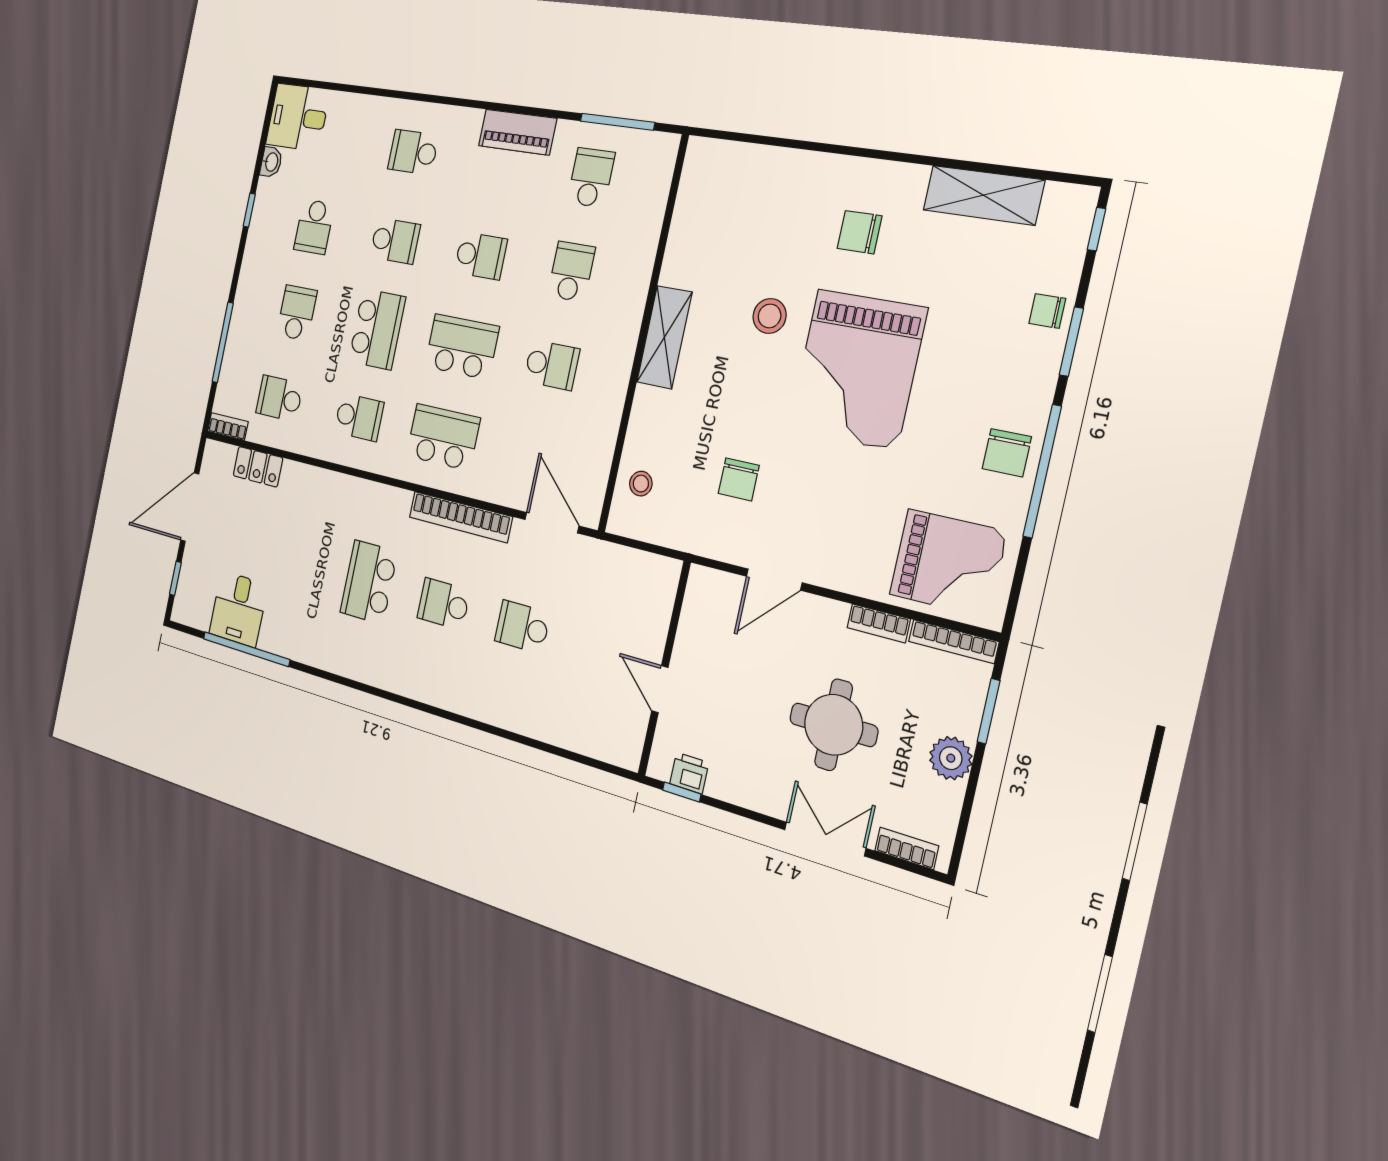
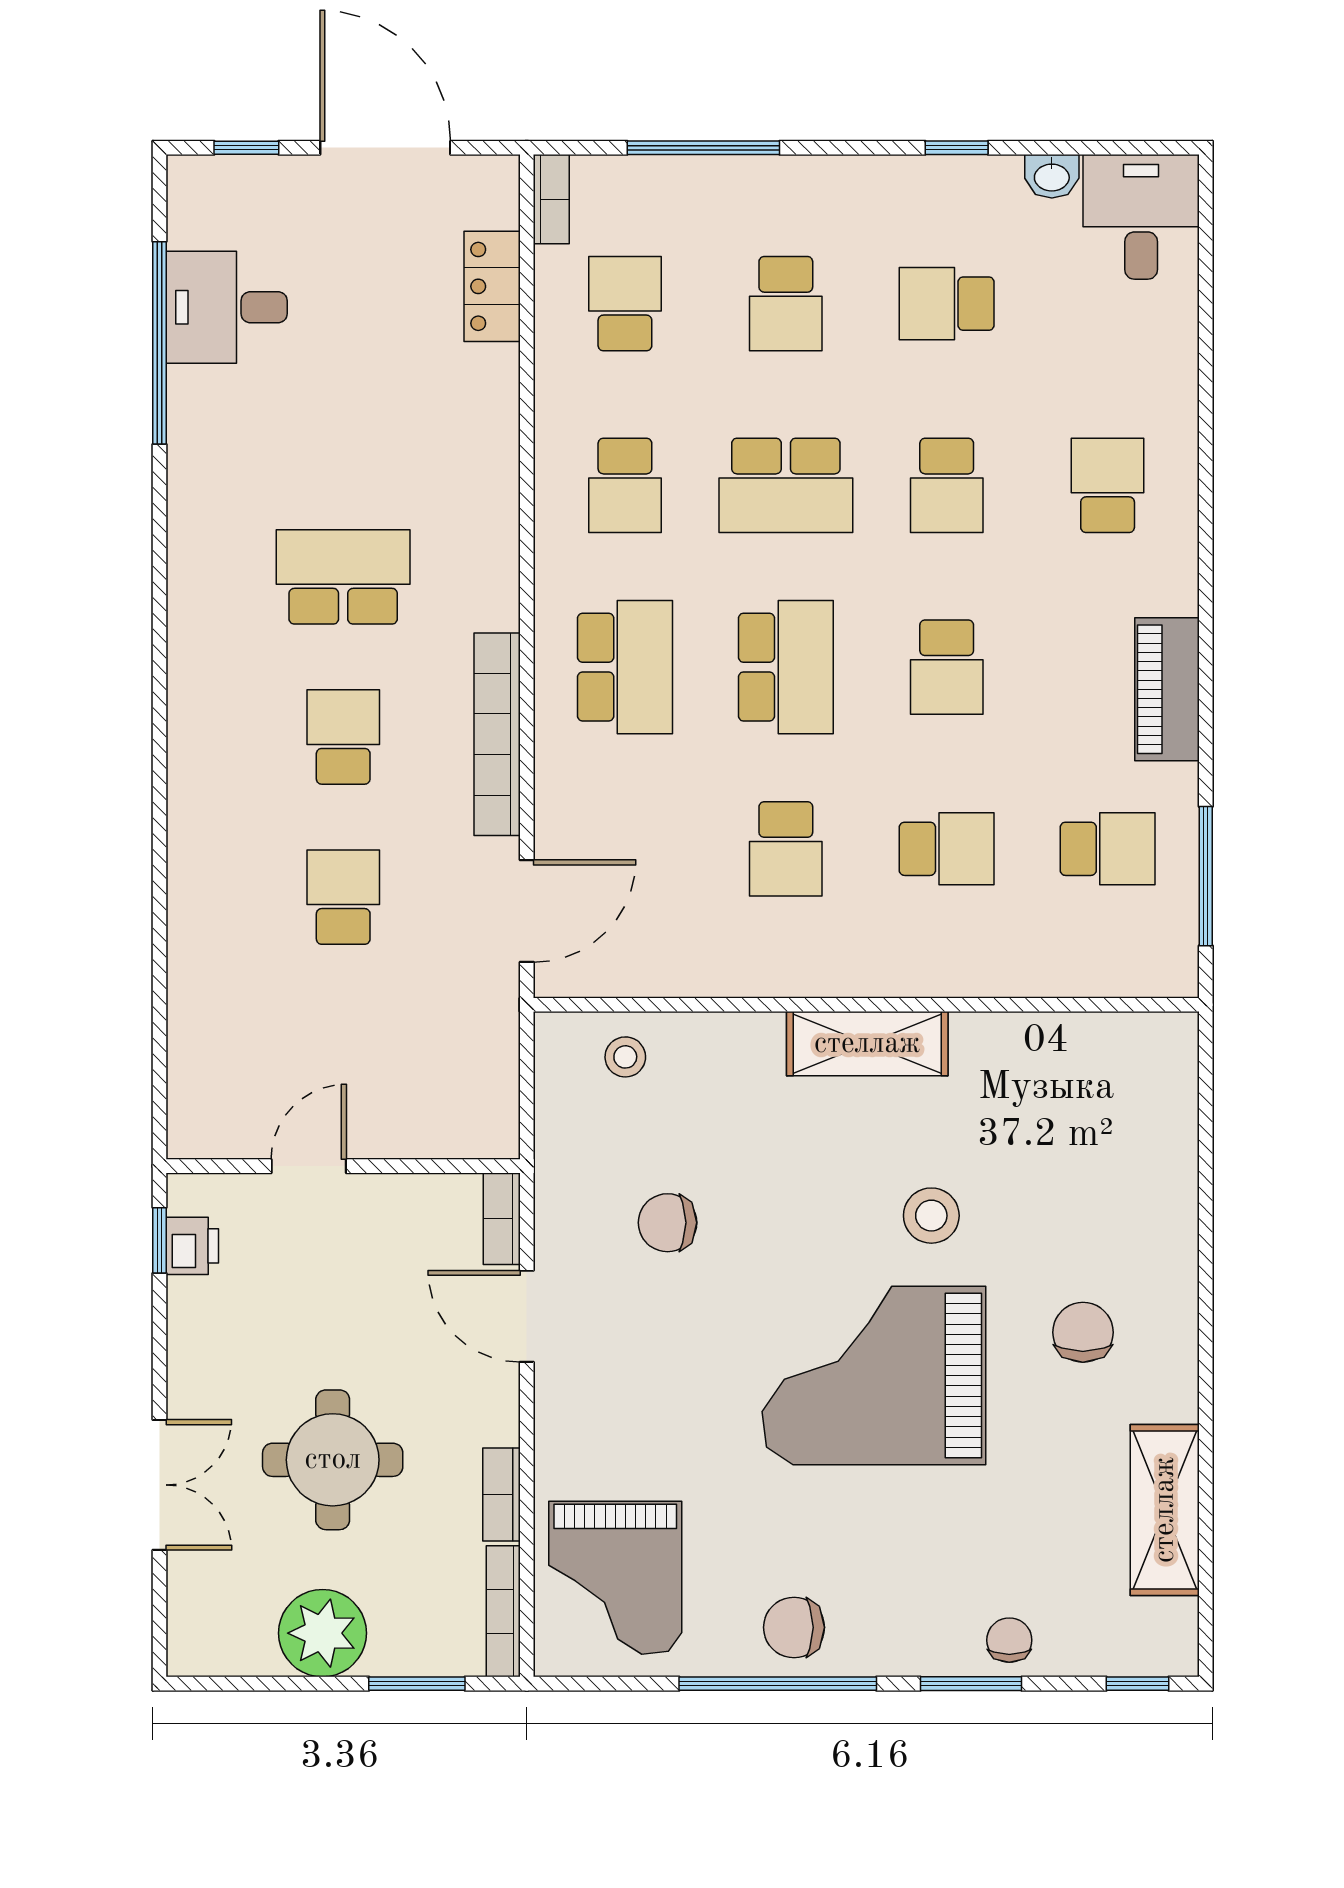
school desk: (297, 313) -> (786, 304), turned 90
plant: (951, 758) -> (323, 1633), width x1.36, depth x1.36
bookcase: (907, 848) -> (502, 1219), moved, turned 180

